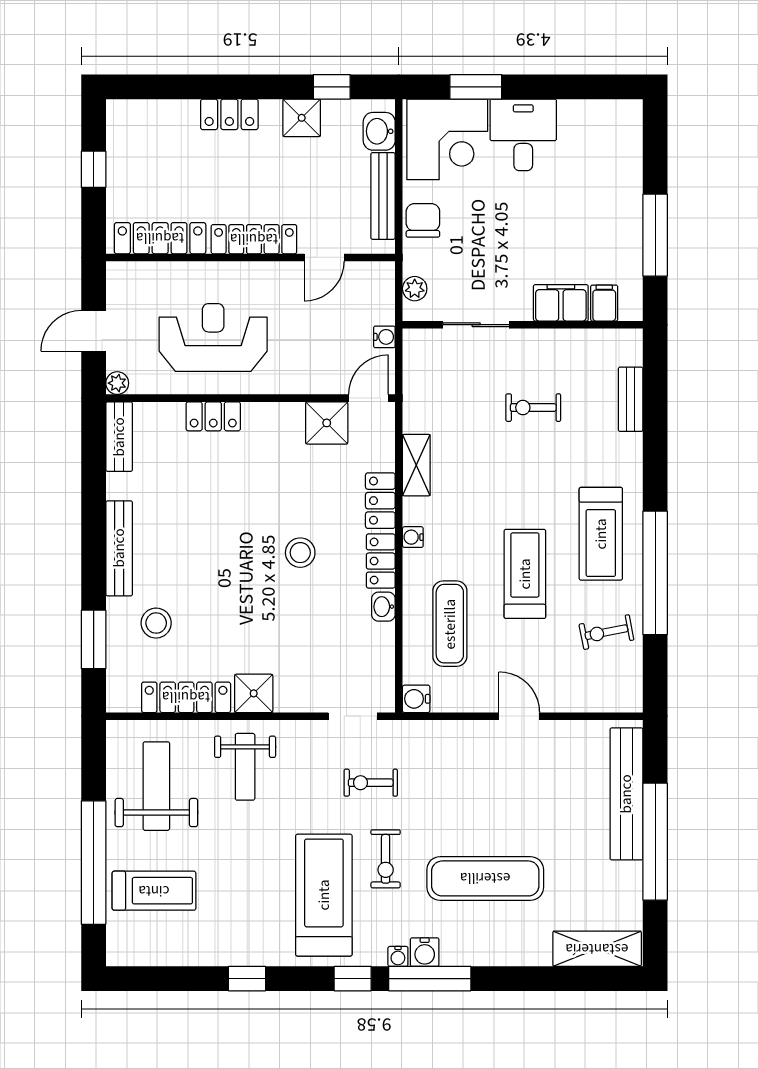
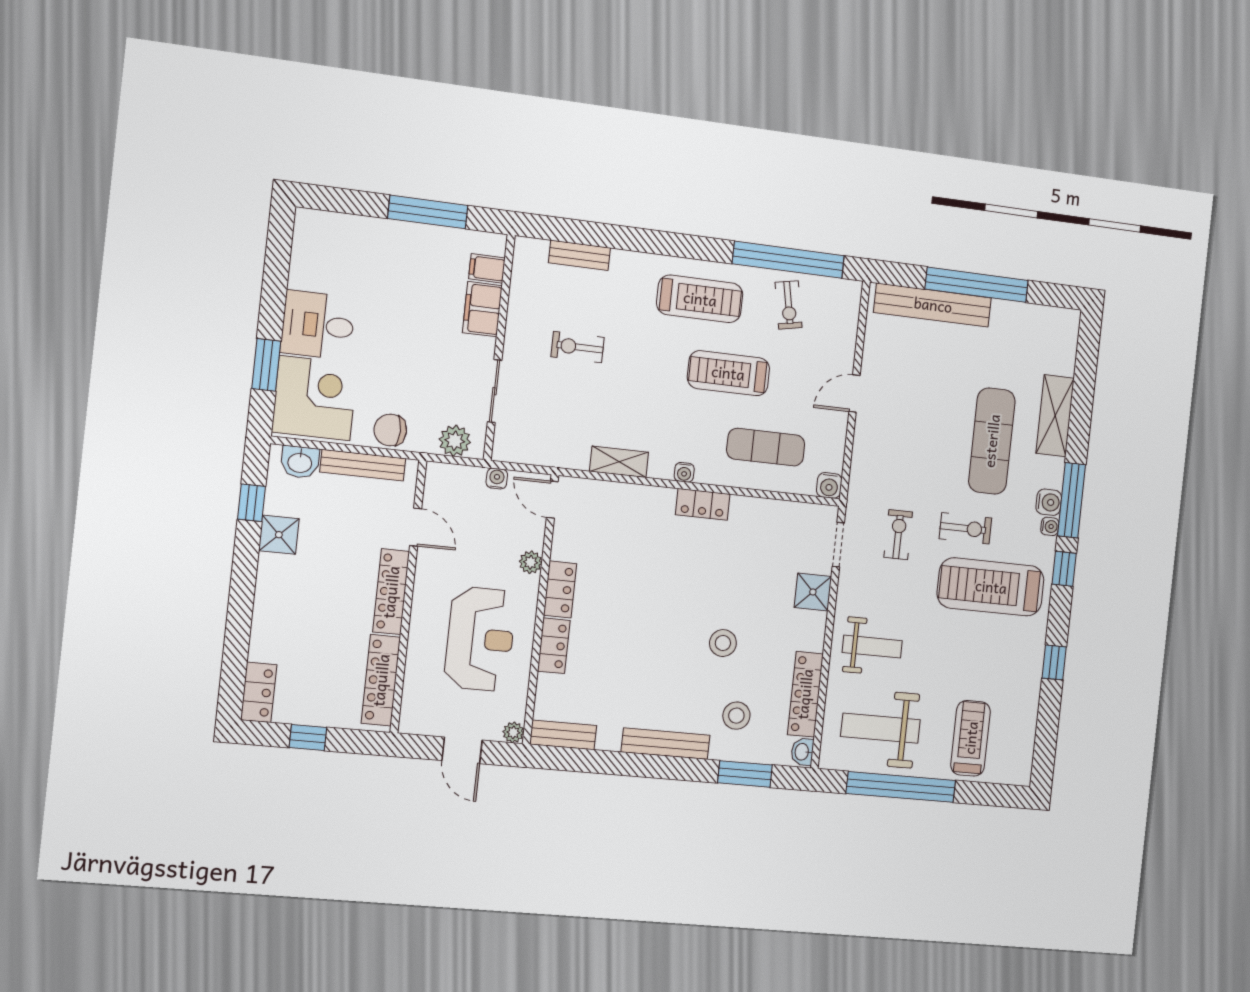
locker: (229, 114) -> (259, 692), moved
plant: (415, 289) -> (455, 441), width x1.38, depth x1.38
reception desk: (213, 337) -> (480, 639), turned 180
plant: (300, 382) -> (531, 562), added
exercise bike: (533, 408) -> (577, 347), turned 90
shower: (327, 423) -> (571, 541), removed
locker: (380, 501) -> (560, 589), moved, turned -90
stool: (300, 553) -> (723, 643), moved
window: (655, 573) -> (788, 260), moved
washbasin: (383, 607) -> (802, 752), moved, turned 90
shower: (254, 693) -> (813, 592), moved
exercise bike: (371, 783) -> (898, 535), turned 180
window: (94, 863) -> (901, 787), moved
shelving: (597, 949) -> (1055, 416), moved

